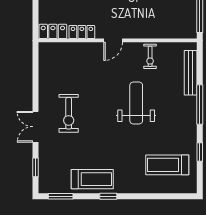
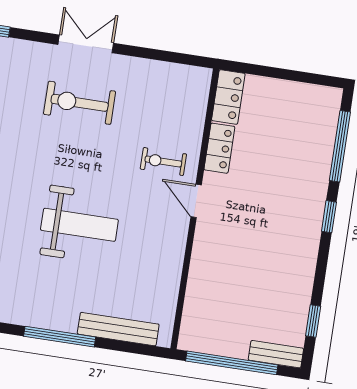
exercise bike: (150, 56) -> (163, 161), moved
double door: (35, 127) -> (86, 44), moved

